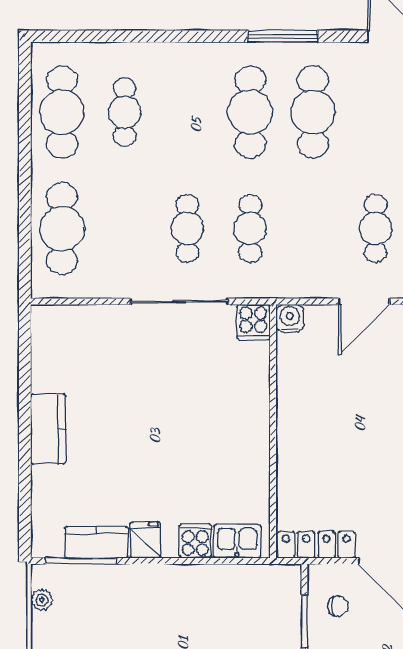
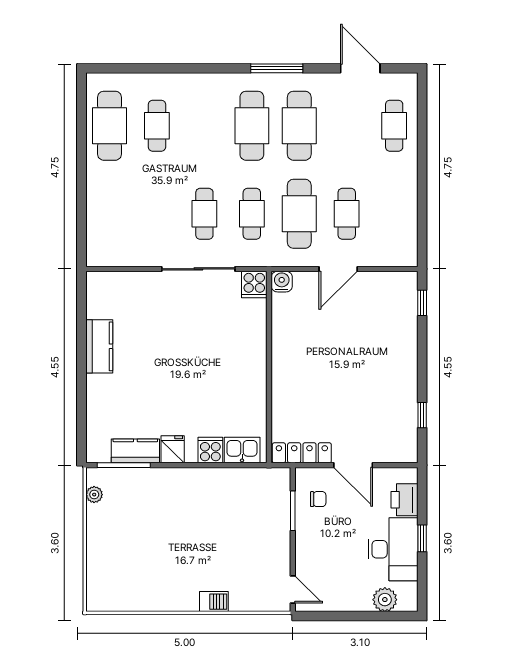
cafe table: (62, 229) -> (299, 214), moved
kitchen counter: (48, 429) -> (99, 346), moved

